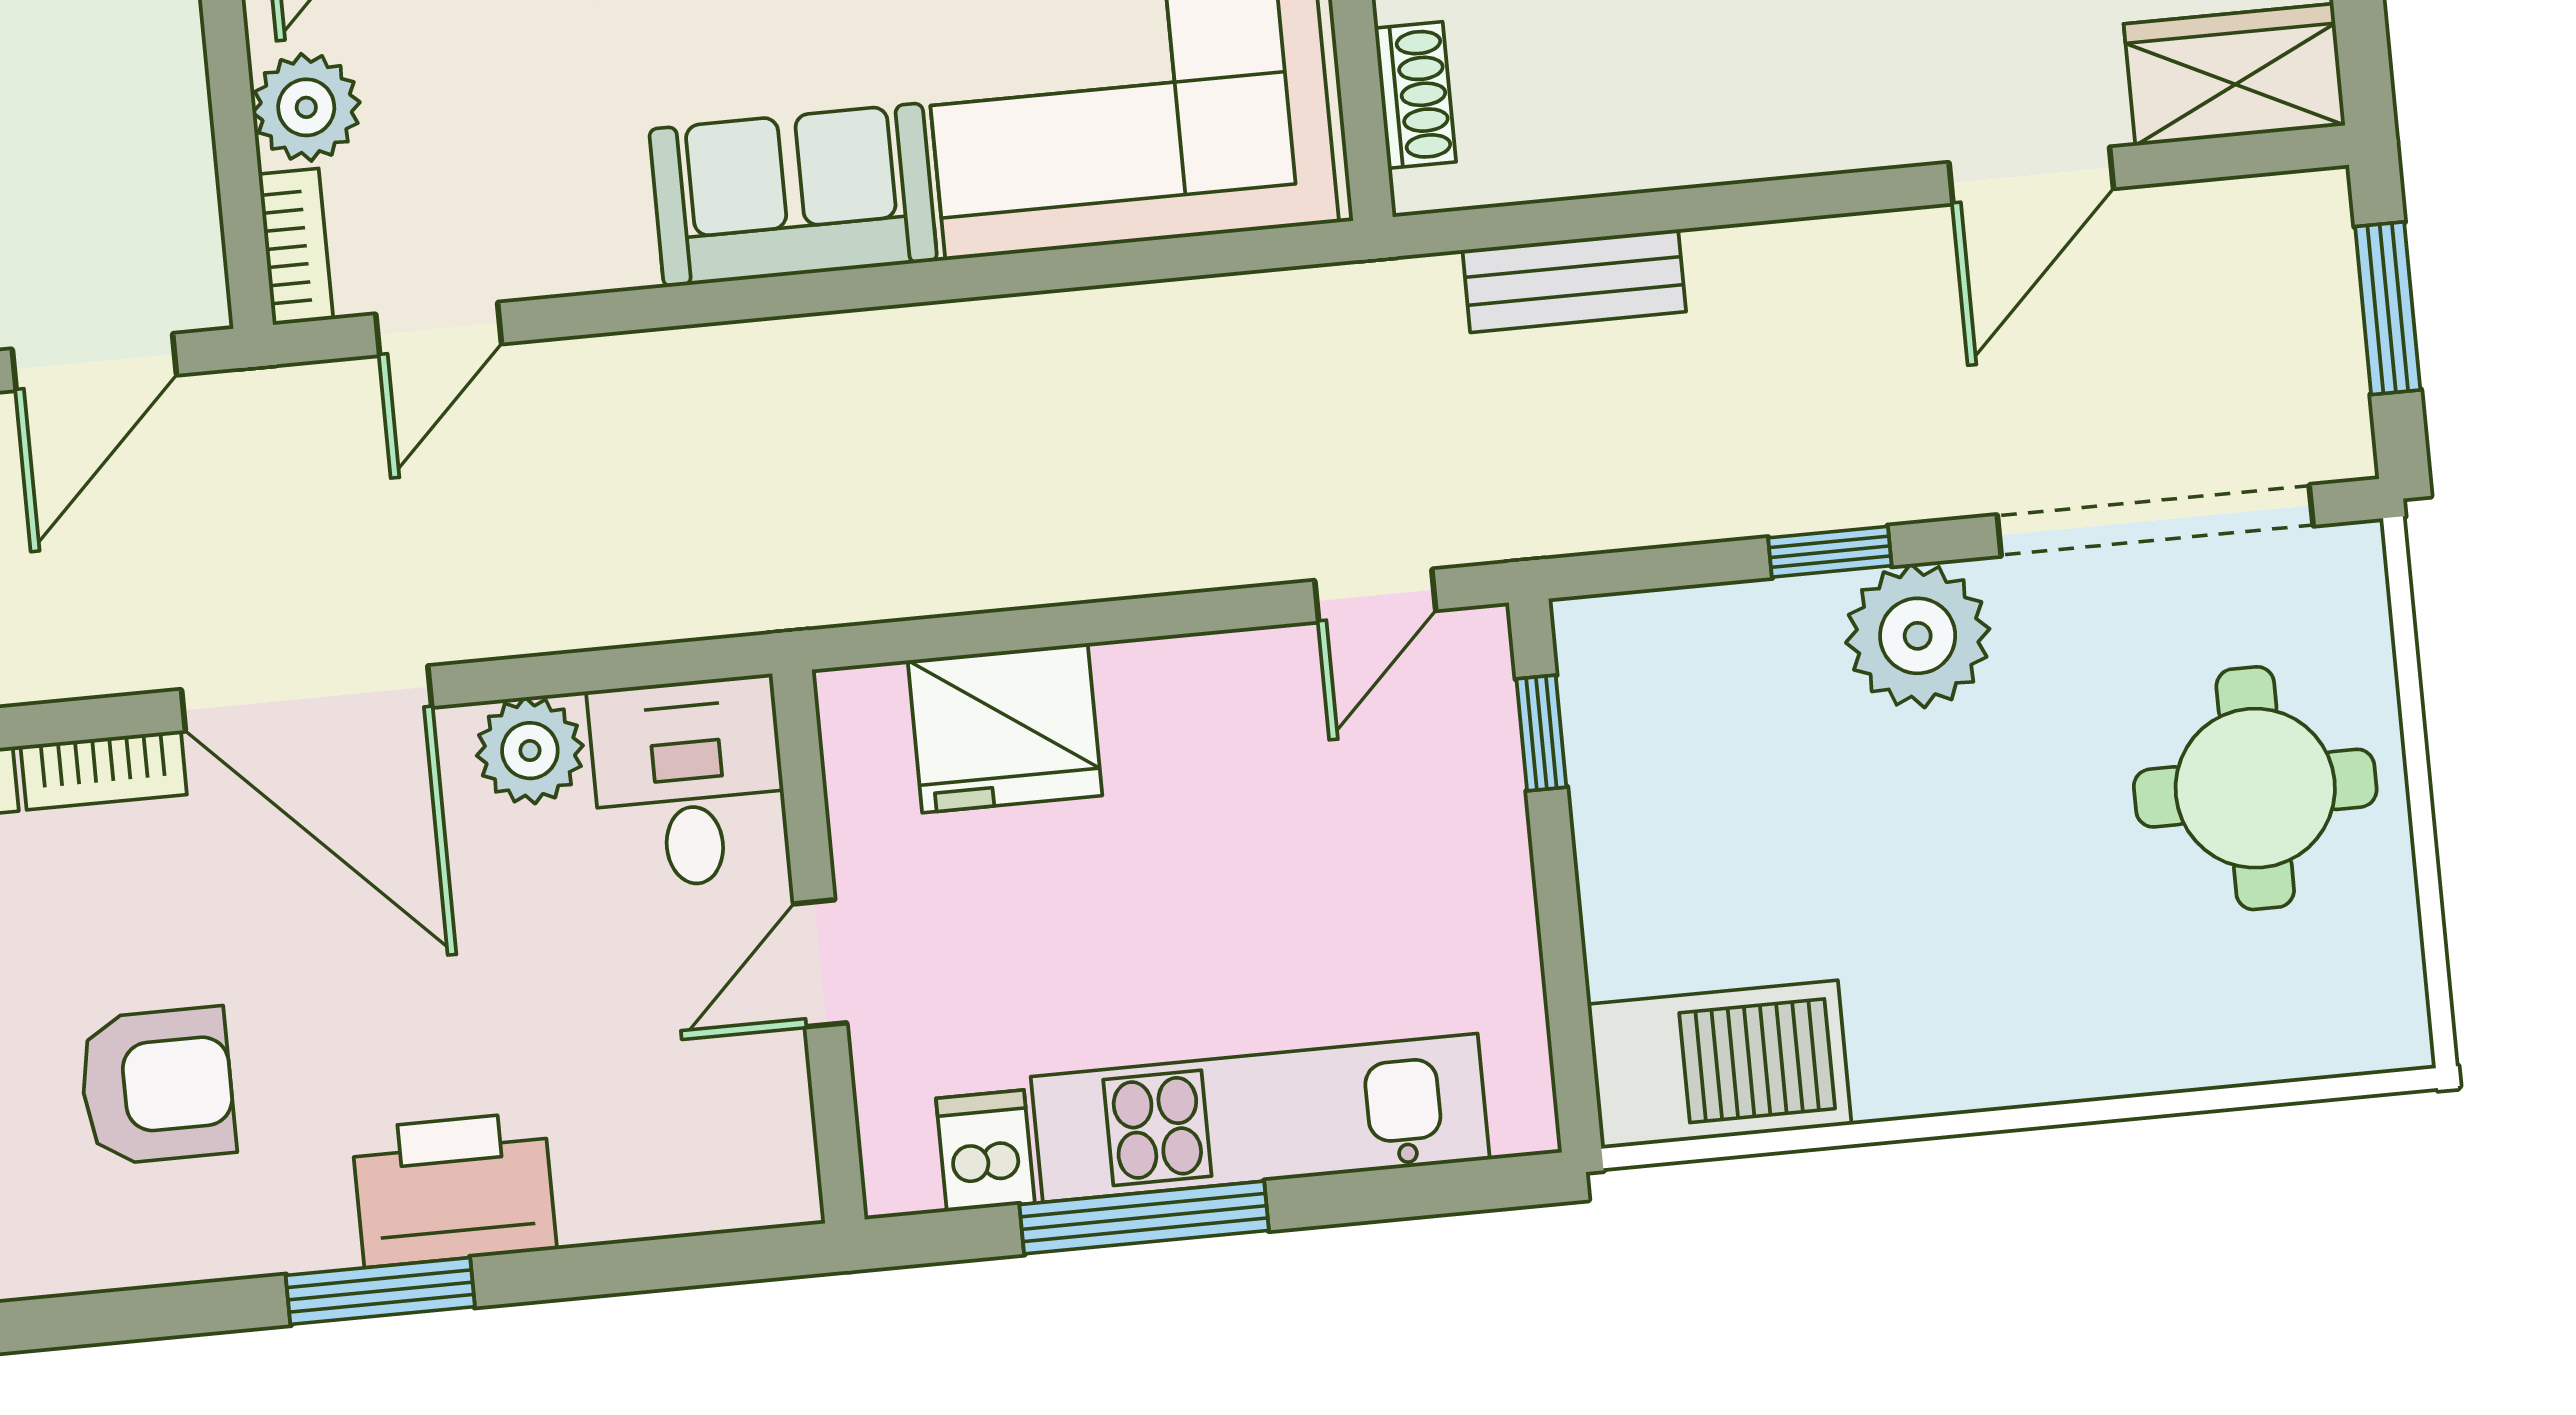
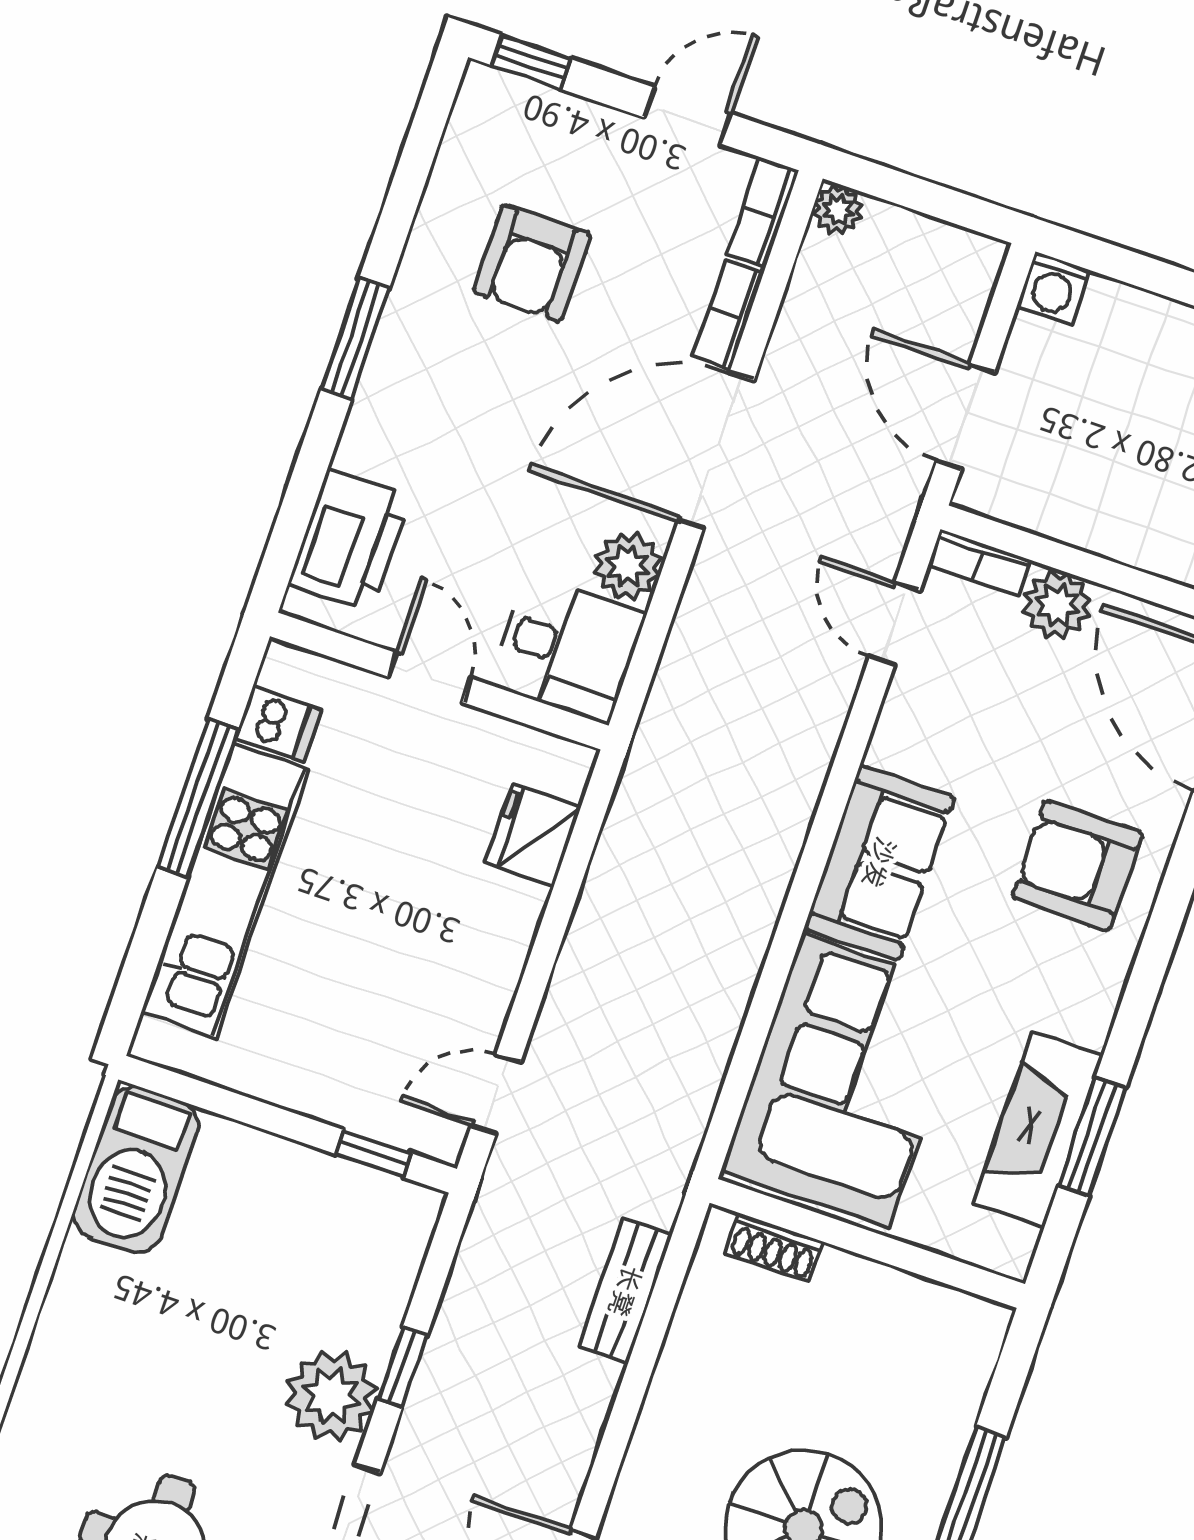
door: (1375, 596) -> (496, 1094), hinge flipped
fridge: (1005, 728) -> (533, 835), width x0.73, depth x0.75
printer: (454, 1189) -> (349, 540), moved

